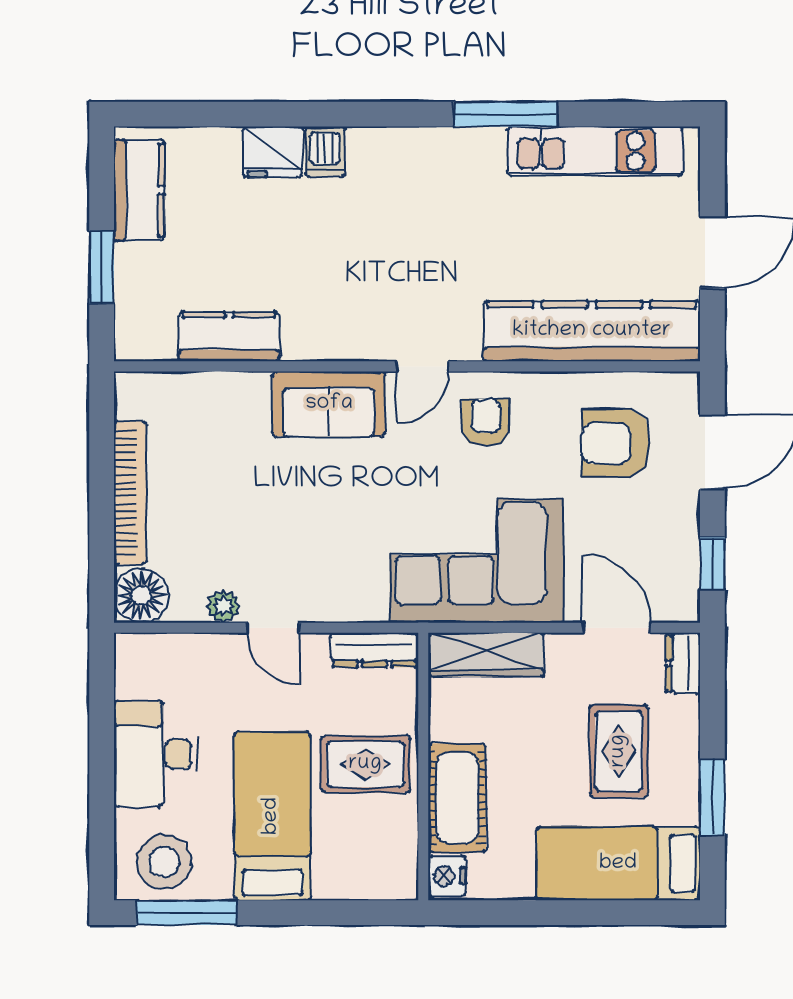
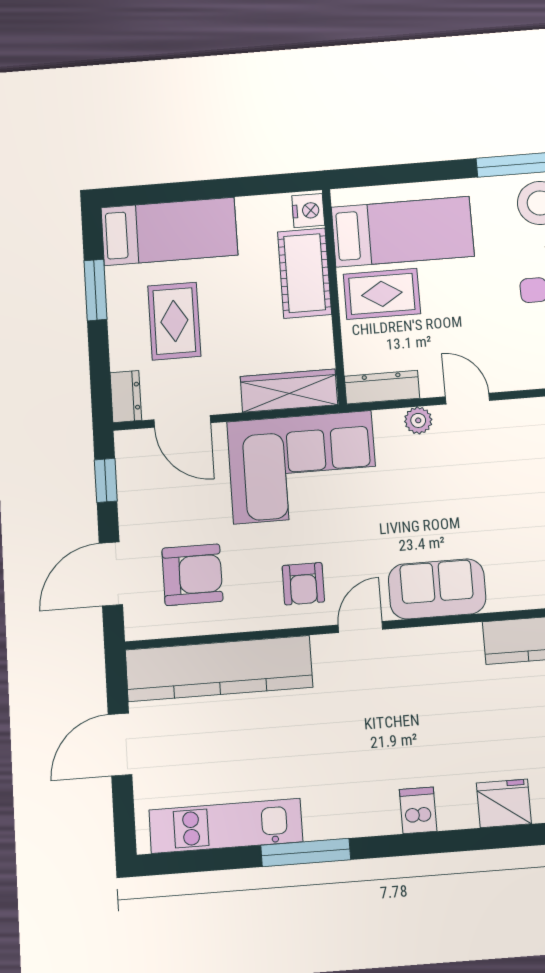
dishwasher: (325, 152) -> (418, 810), moved
plant: (223, 606) -> (418, 420), moved
bed: (272, 816) -> (403, 232), moved, turned -90

